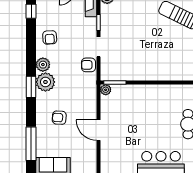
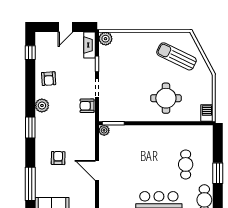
round table: (168, 57) -> (166, 98), added
plant: (45, 82) -> (44, 123), removed
armchair: (59, 118) -> (58, 158), turned 87

